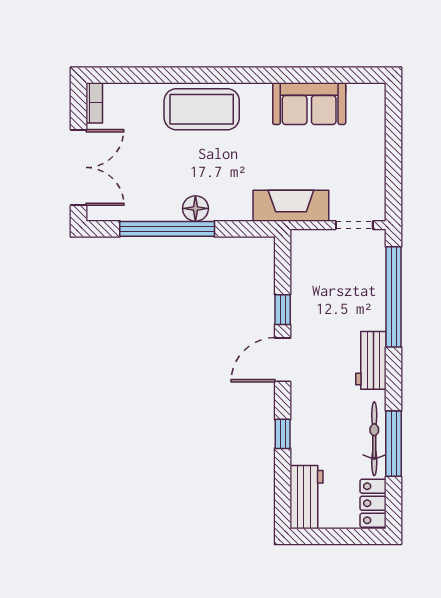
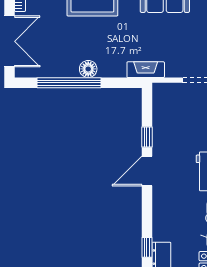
fireplace: (291, 206) -> (146, 70), width x0.73, depth x0.76
window: (283, 434) -> (147, 247), moved

